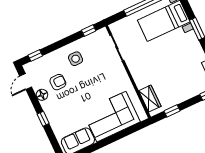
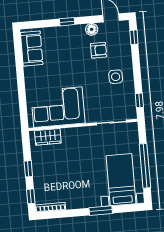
armchair: (58, 82) -> (99, 50), turned -90
window: (172, 111) -> (28, 169), moved
corner sofa: (111, 117) -> (58, 107), moved, turned -90

